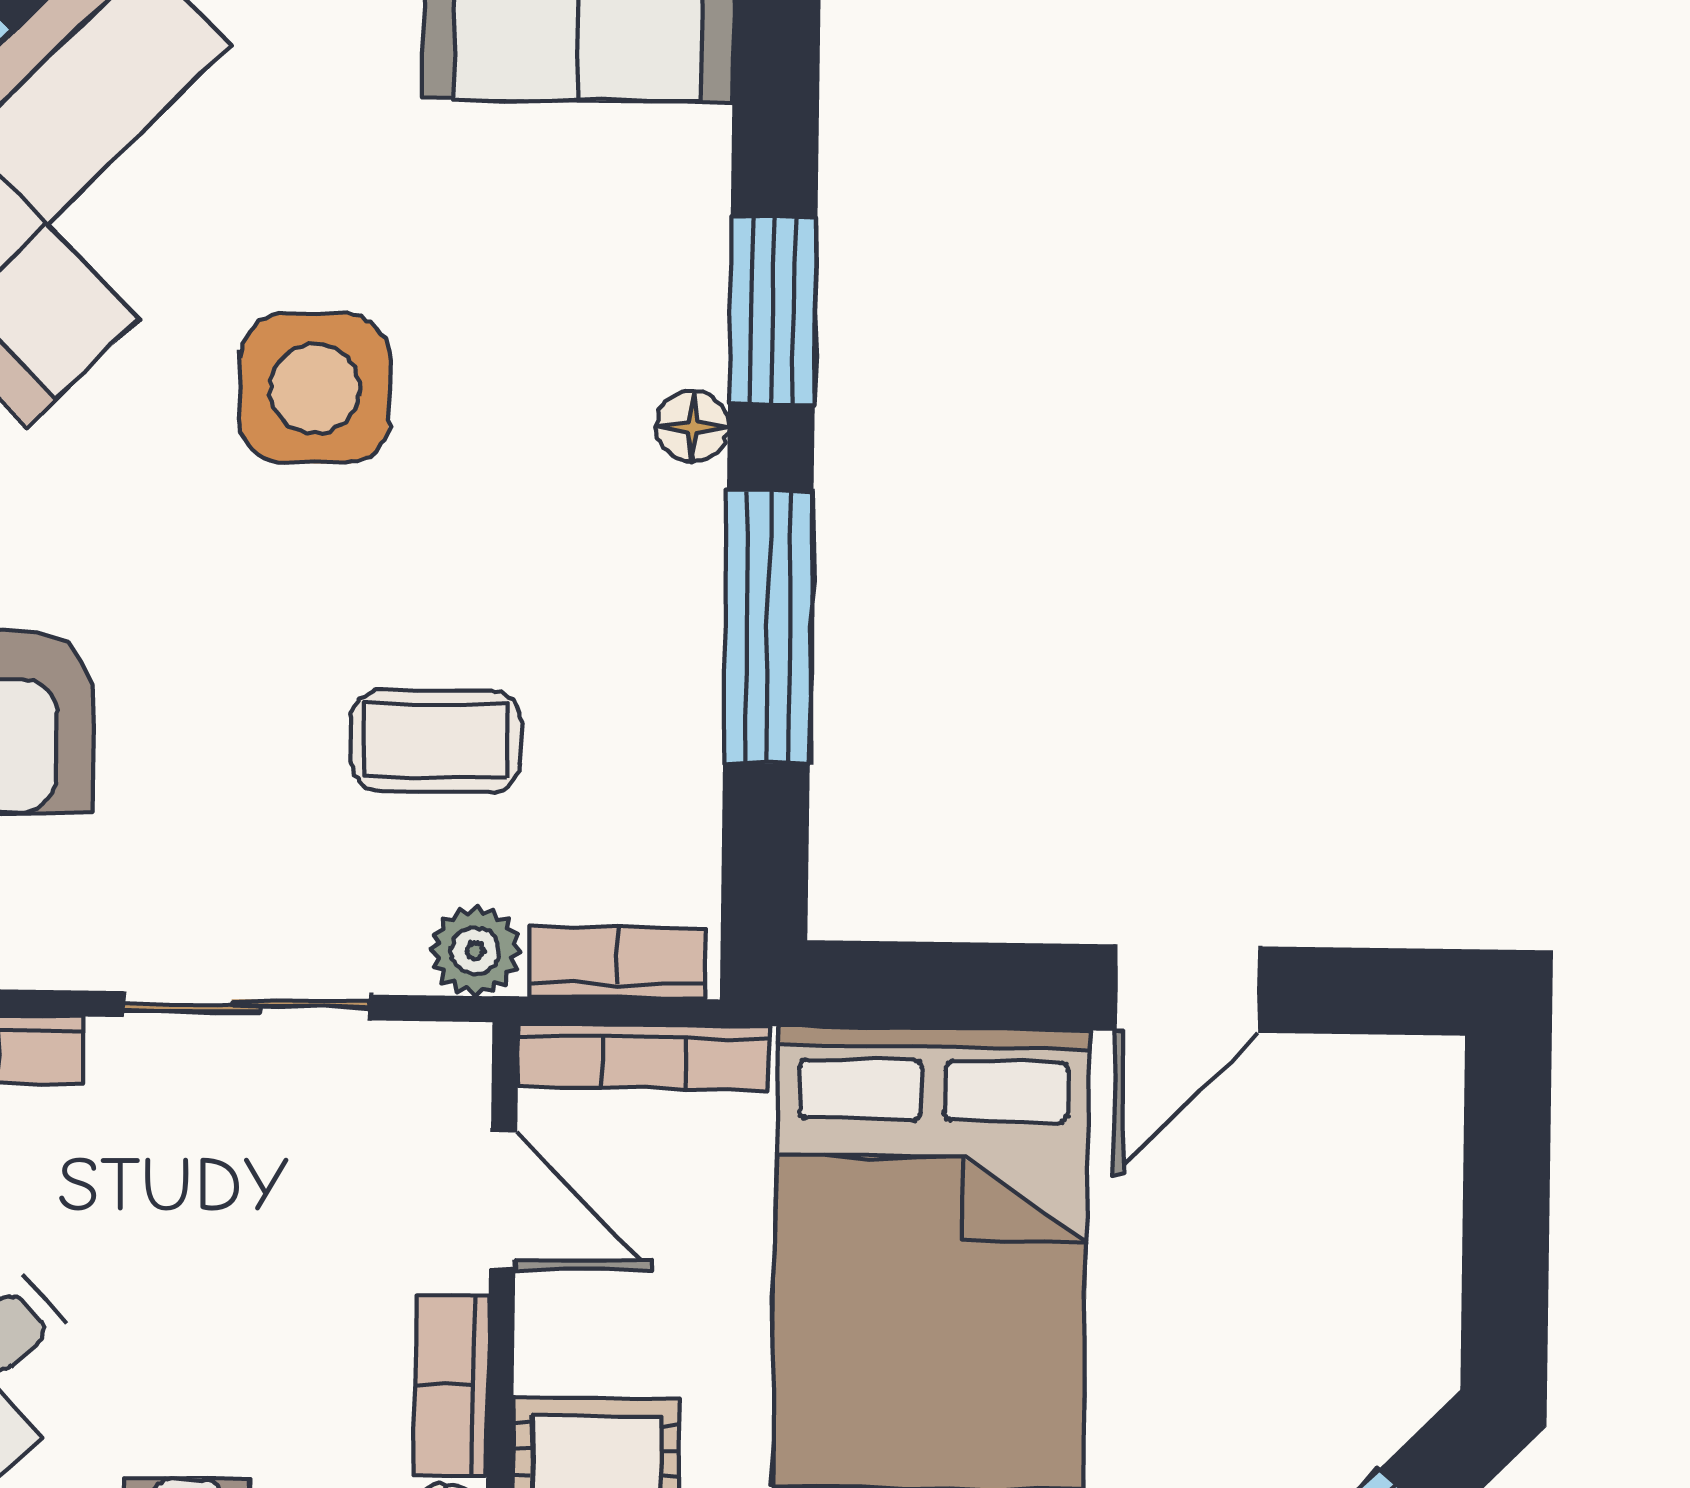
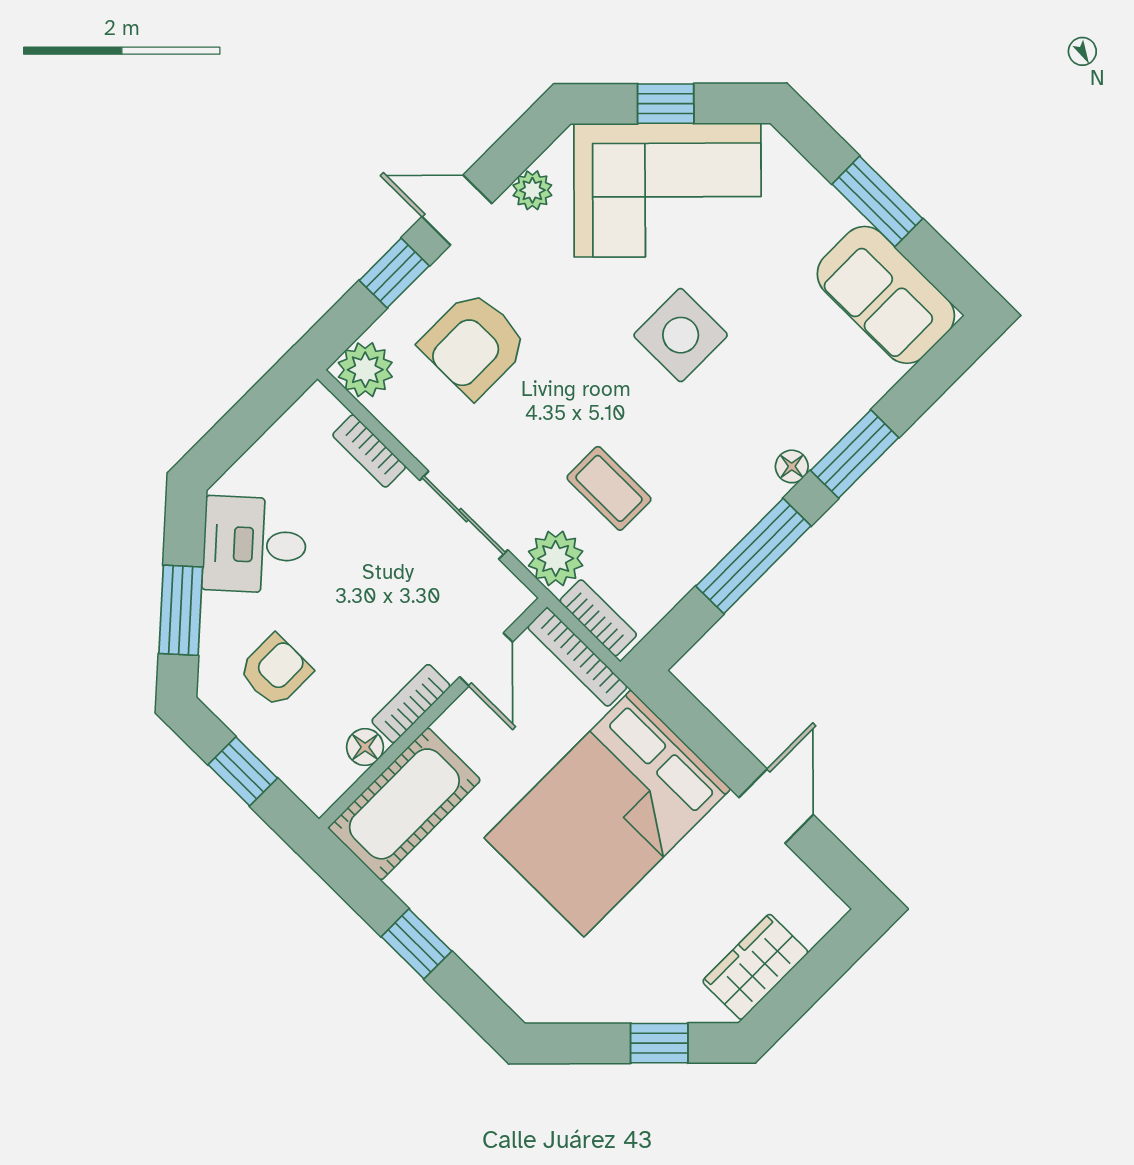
plant: (475, 951) -> (556, 558), width x1.38, depth x1.38
door: (1187, 989) -> (776, 806), swing flipped
wardrobe: (1400, 1275) -> (755, 967), added

